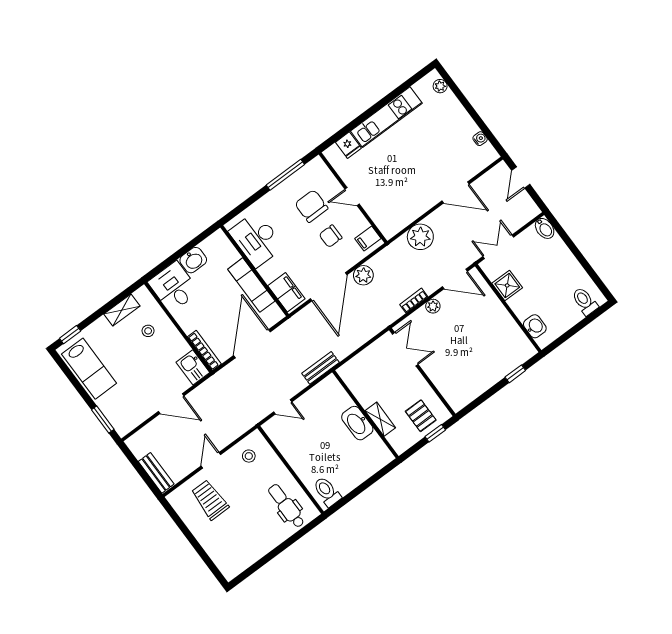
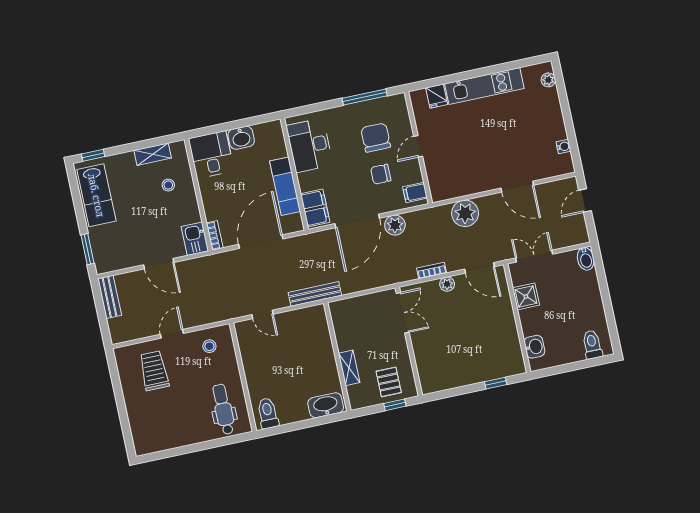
door: (352, 197) -> (418, 146), hinge flipped
bookcase: (204, 350) -> (215, 235), width x0.64
bench: (321, 368) -> (315, 294), width x1.36
washbasin: (357, 423) -> (326, 405), moved, turned 90
bench: (156, 473) -> (110, 297), moved

